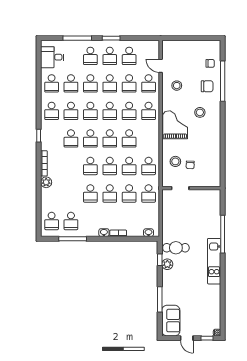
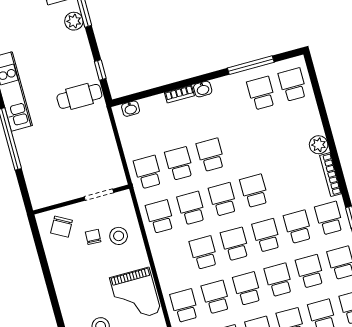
chair: (207, 176) -> (61, 227), added
school desk: (90, 193) -> (329, 218), moved
plant: (167, 264) -> (74, 21), moved

